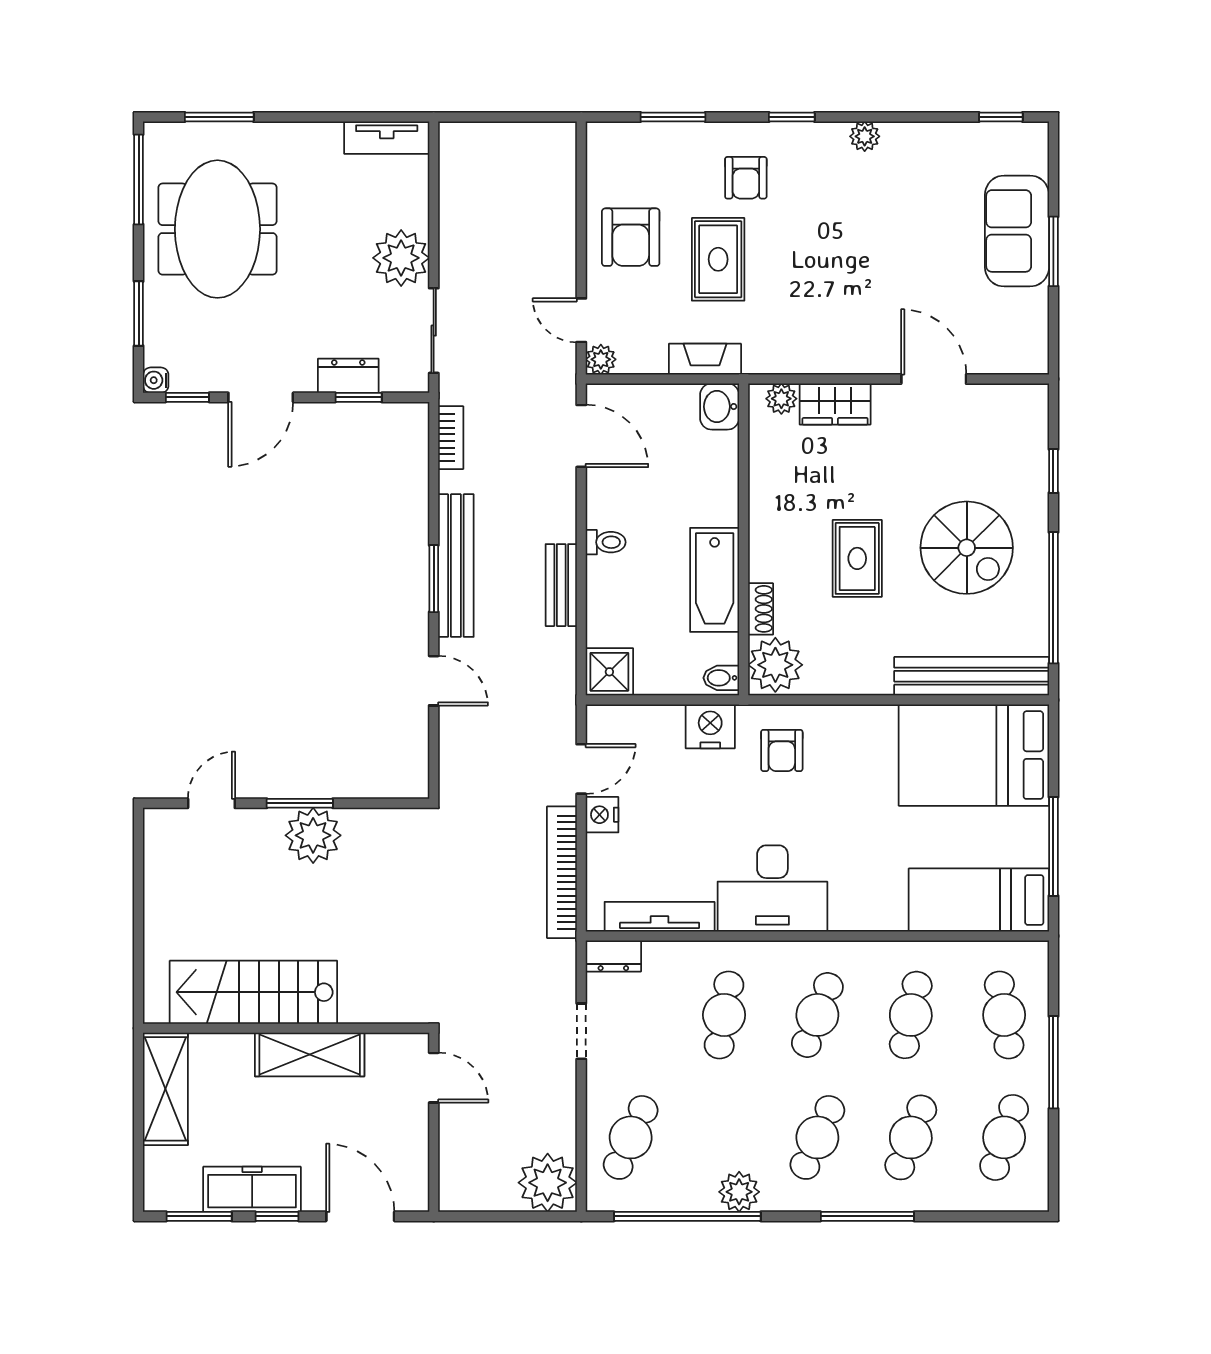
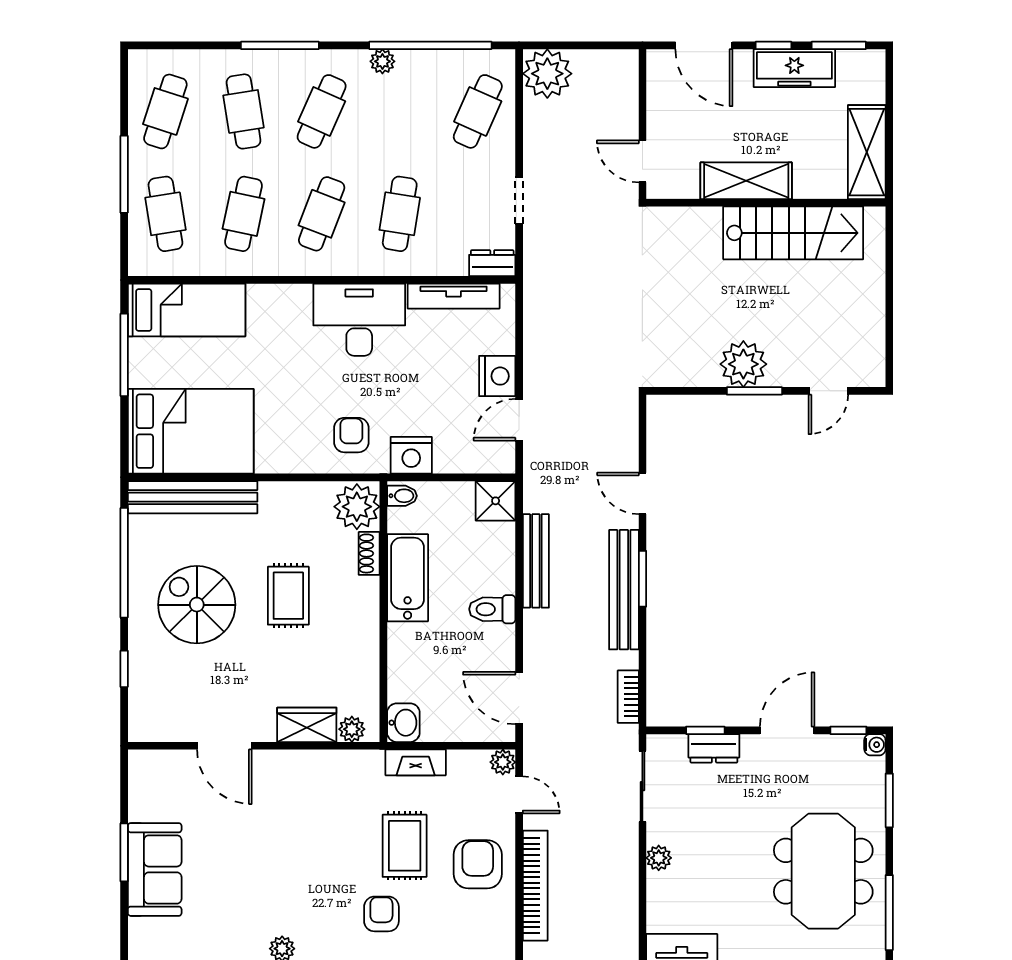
plant: (401, 258) -> (659, 858), width x0.53, depth x0.53
toilet: (606, 542) -> (492, 609), width x1.37, depth x1.39
bench: (561, 585) -> (536, 561), width x1.36
nightstand: (602, 815) -> (497, 376), width x1.36, depth x1.33
bookcase: (562, 872) -> (535, 886), moved
cafe table: (911, 1137) -> (244, 111), turned -30
plant: (739, 1192) -> (382, 61), width x0.73, depth x0.73

